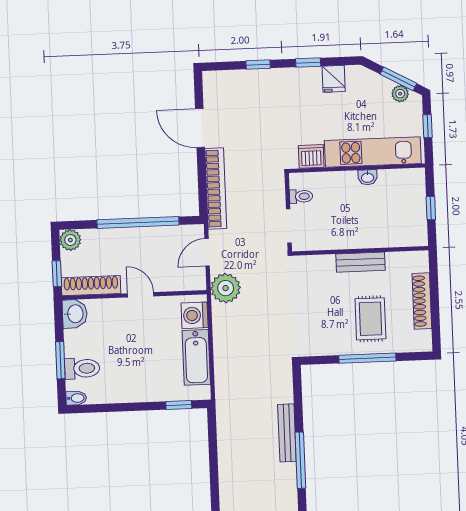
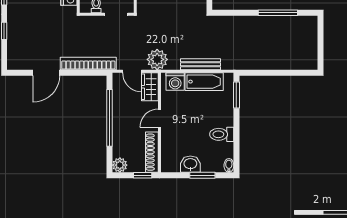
wardrobe: (186, 279) -> (150, 87), added
washbasin: (75, 314) -> (190, 164), moved
toilet: (82, 368) -> (222, 134), moved, turned -90
window: (179, 405) -> (236, 95), width x1.50
bench: (287, 433) -> (201, 64), moved

